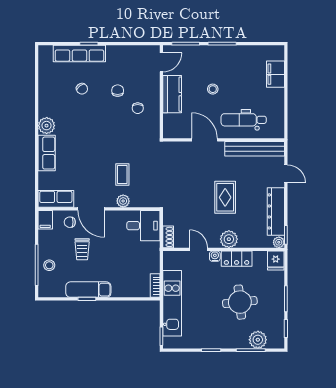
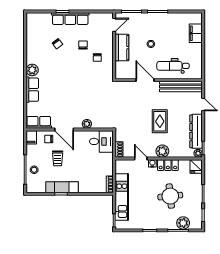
row of seats: (79, 54) -> (70, 19), moved
coffee table: (122, 175) -> (86, 105), removed

